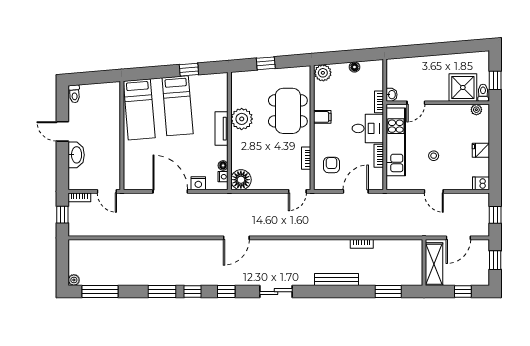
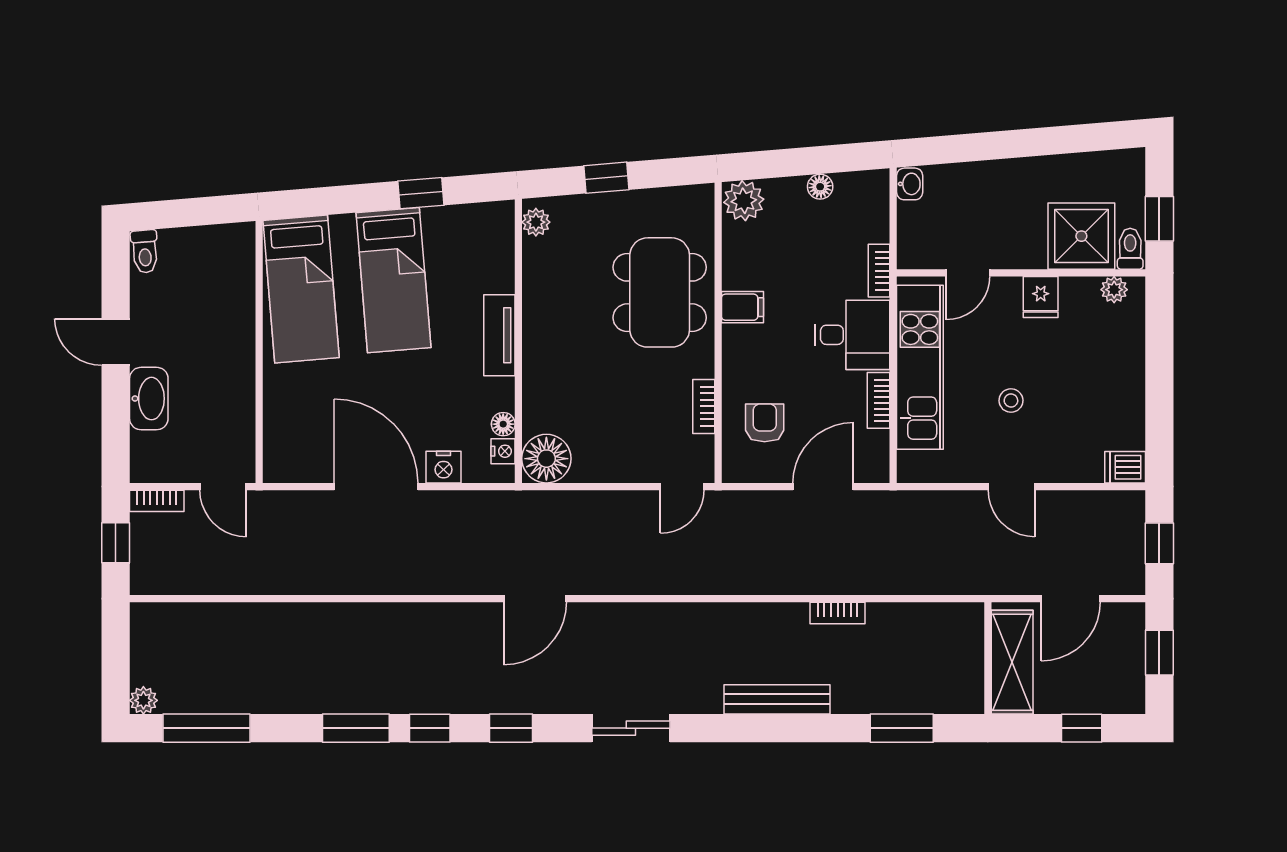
washbasin: (392, 95) -> (910, 184), moved
plant: (242, 119) -> (536, 222), moved, width x0.53, depth x0.53
fridge: (481, 150) -> (1041, 297), moved, turned -90

